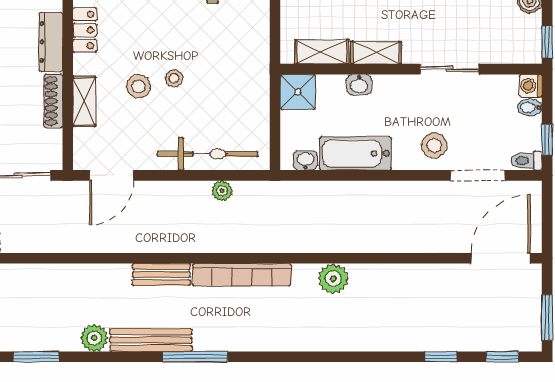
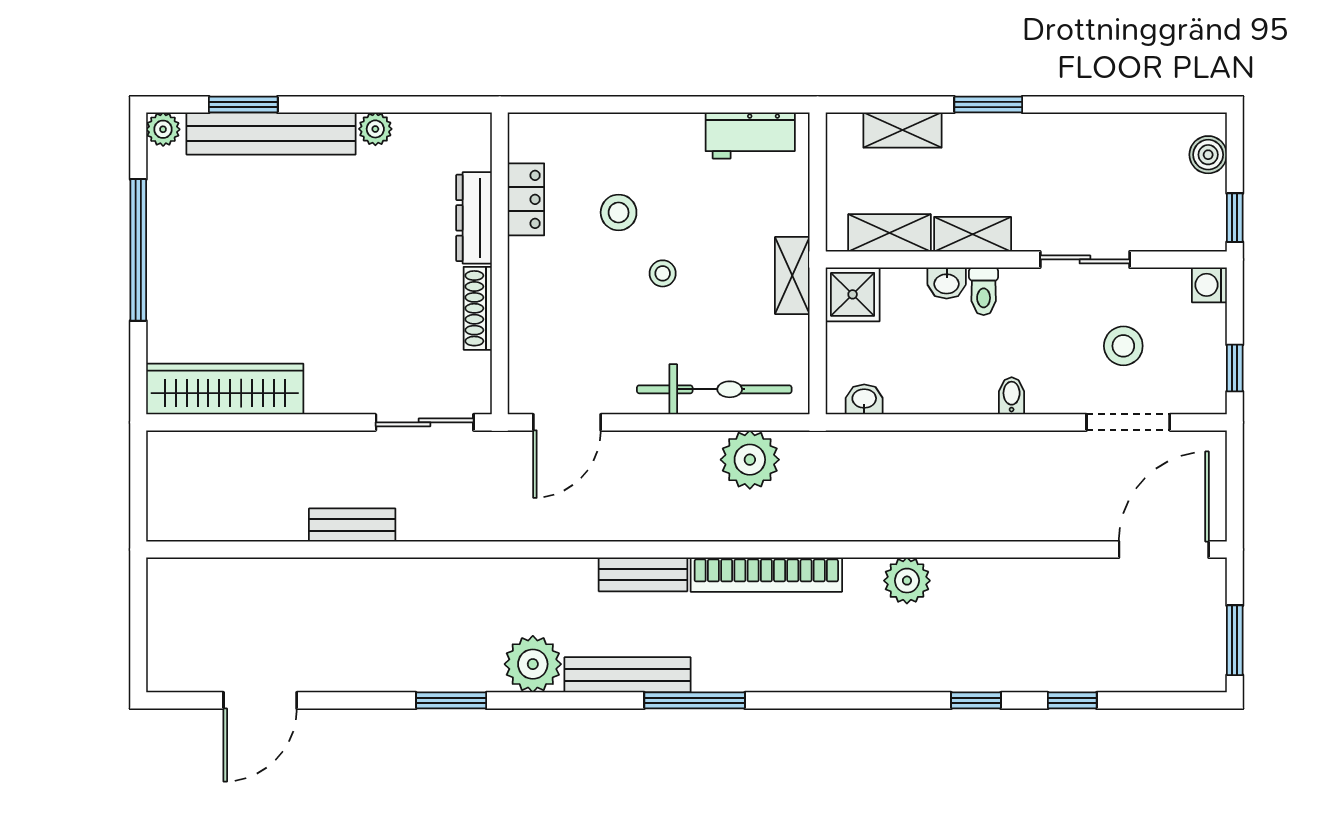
stool: (139, 86) -> (619, 212), moved
shelving: (84, 101) -> (792, 276), moved
bidet: (530, 107) -> (1012, 396), moved, turned 90
stool: (434, 145) -> (1123, 346), moved
bathtub: (355, 153) -> (941, 389), removed
toilet: (526, 161) -> (984, 291), moved, turned -90
plant: (222, 191) -> (750, 460), width x1.88, depth x1.88
plant: (94, 338) -> (533, 664), width x1.36, depth x1.36
window: (502, 357) -> (976, 700), moved

